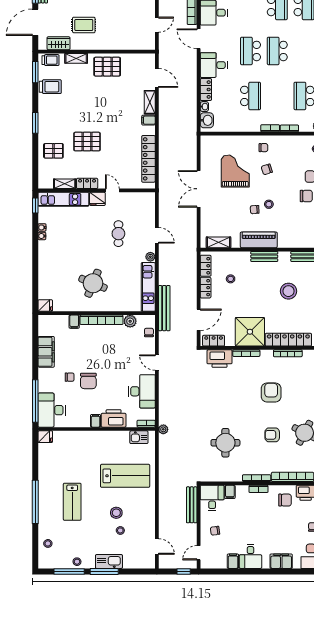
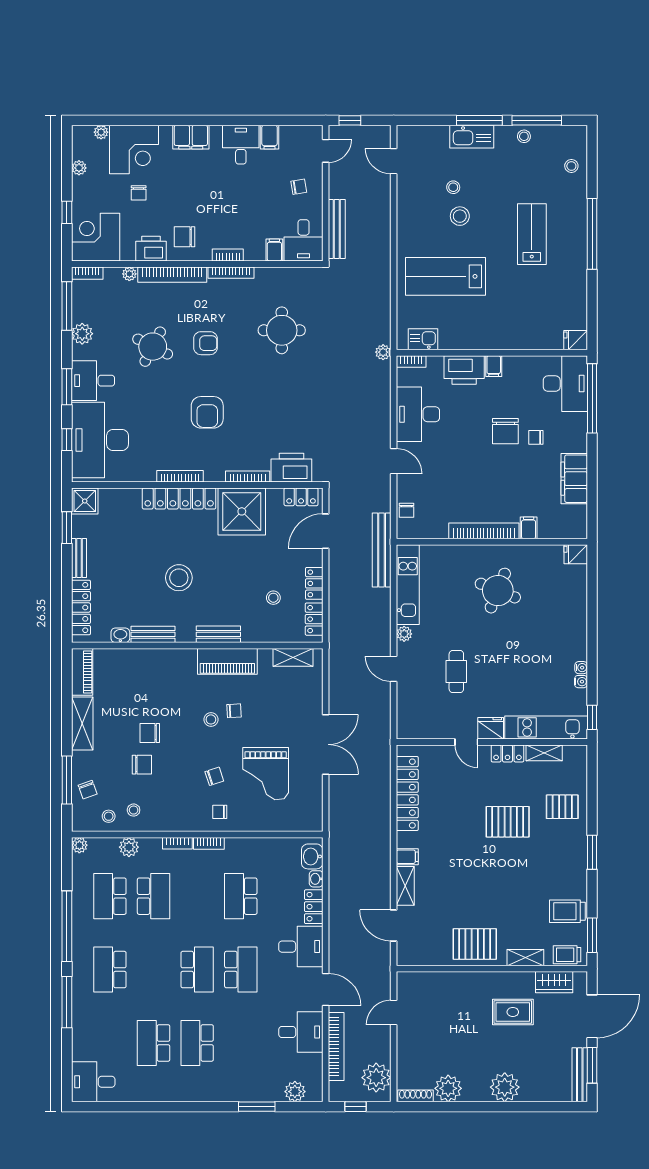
plant: (130, 321) -> (437, 529), removed
chair: (88, 381) -> (505, 431), turned 180

